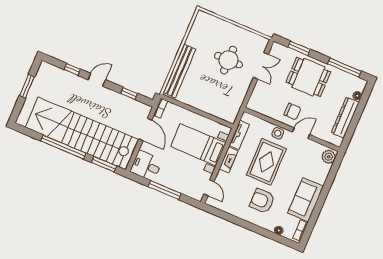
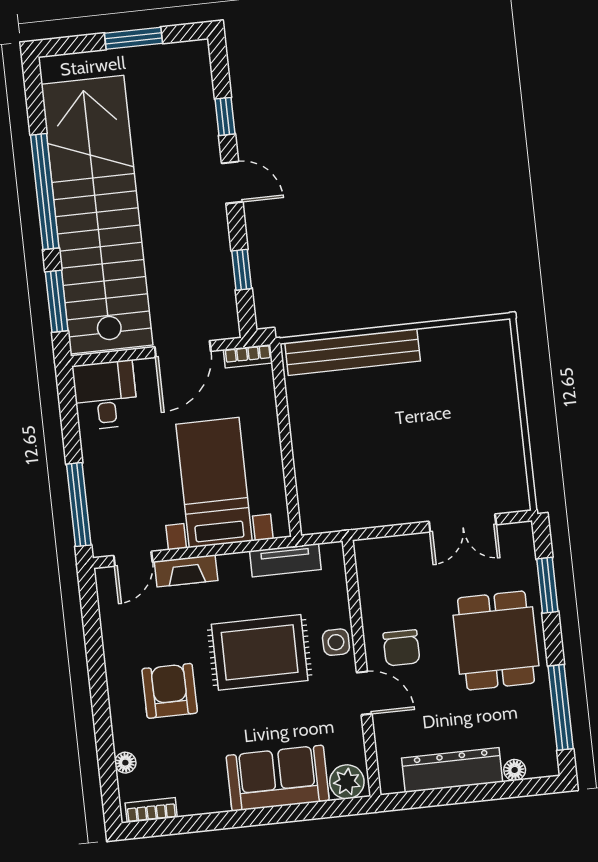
round table: (228, 60) -> (435, 446), removed
fireplace: (229, 160) -> (186, 571), moved
window: (165, 190) -> (79, 505), moved
sofa: (306, 200) -> (278, 778), moved

